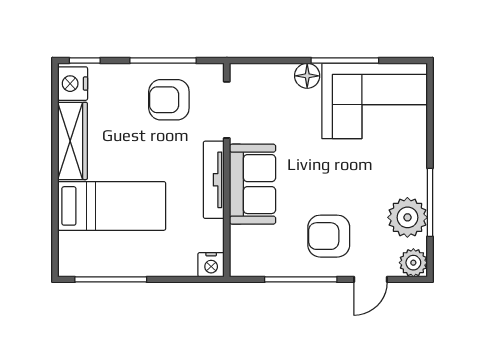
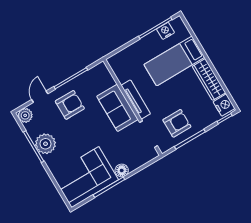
plant: (407, 217) -> (45, 144), moved
nightstand: (211, 265) -> (166, 31), moved

